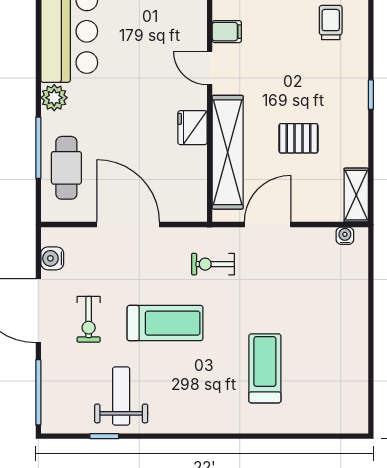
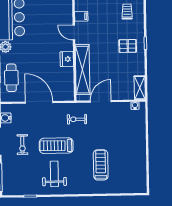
pallet: (299, 138) -> (128, 46), moved
treadmill: (165, 323) -> (56, 146), turned 180
weight bench: (121, 396) -> (54, 174), moved

